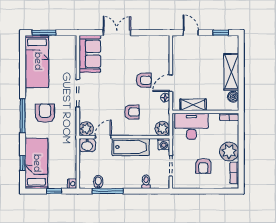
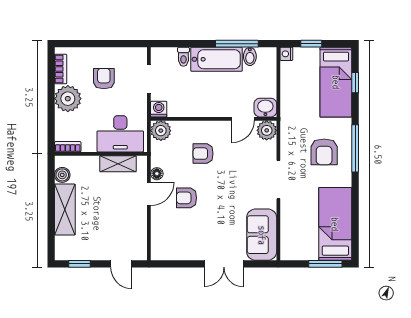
bathtub: (131, 147) -> (216, 59), moved, turned 180

